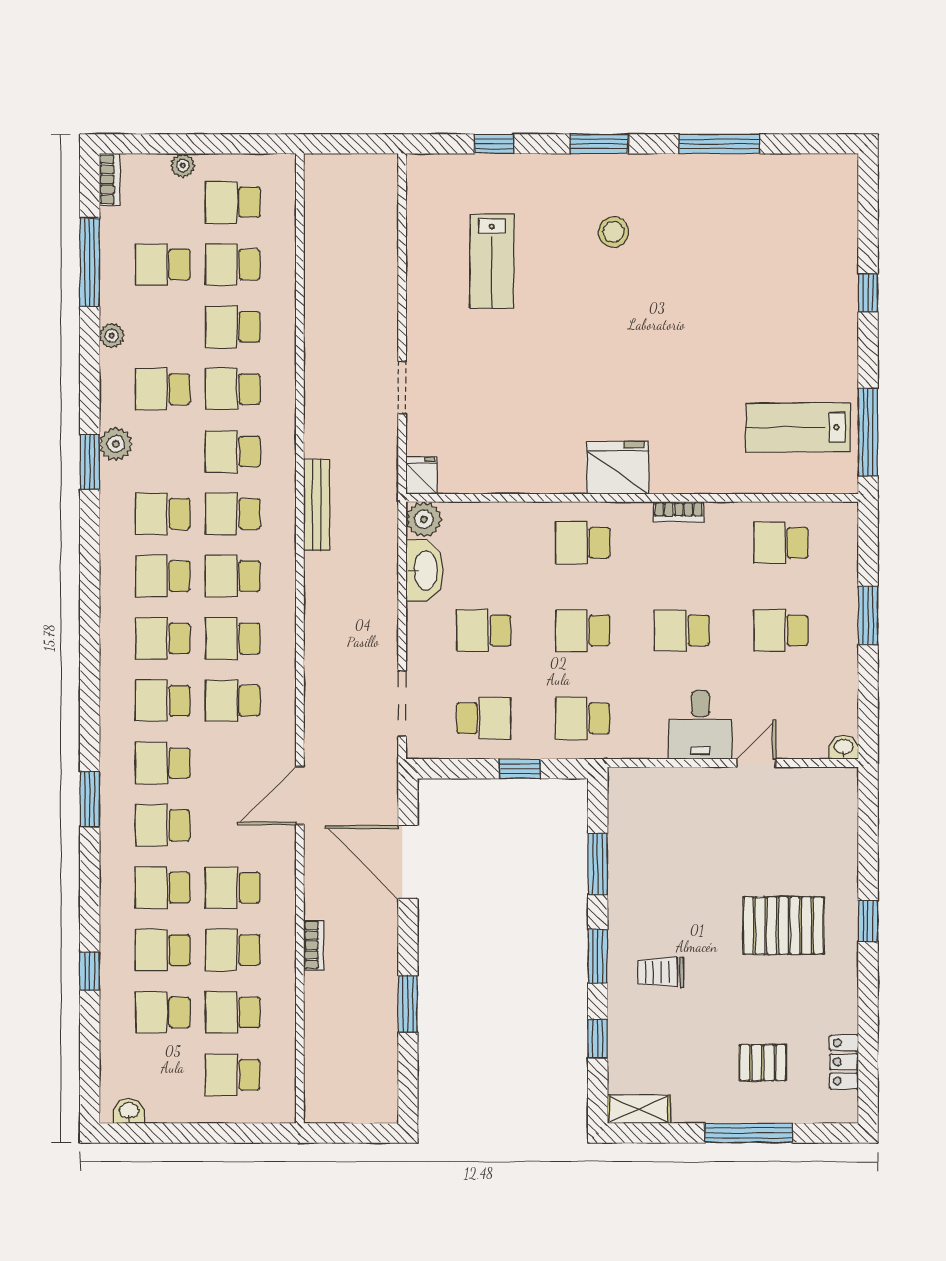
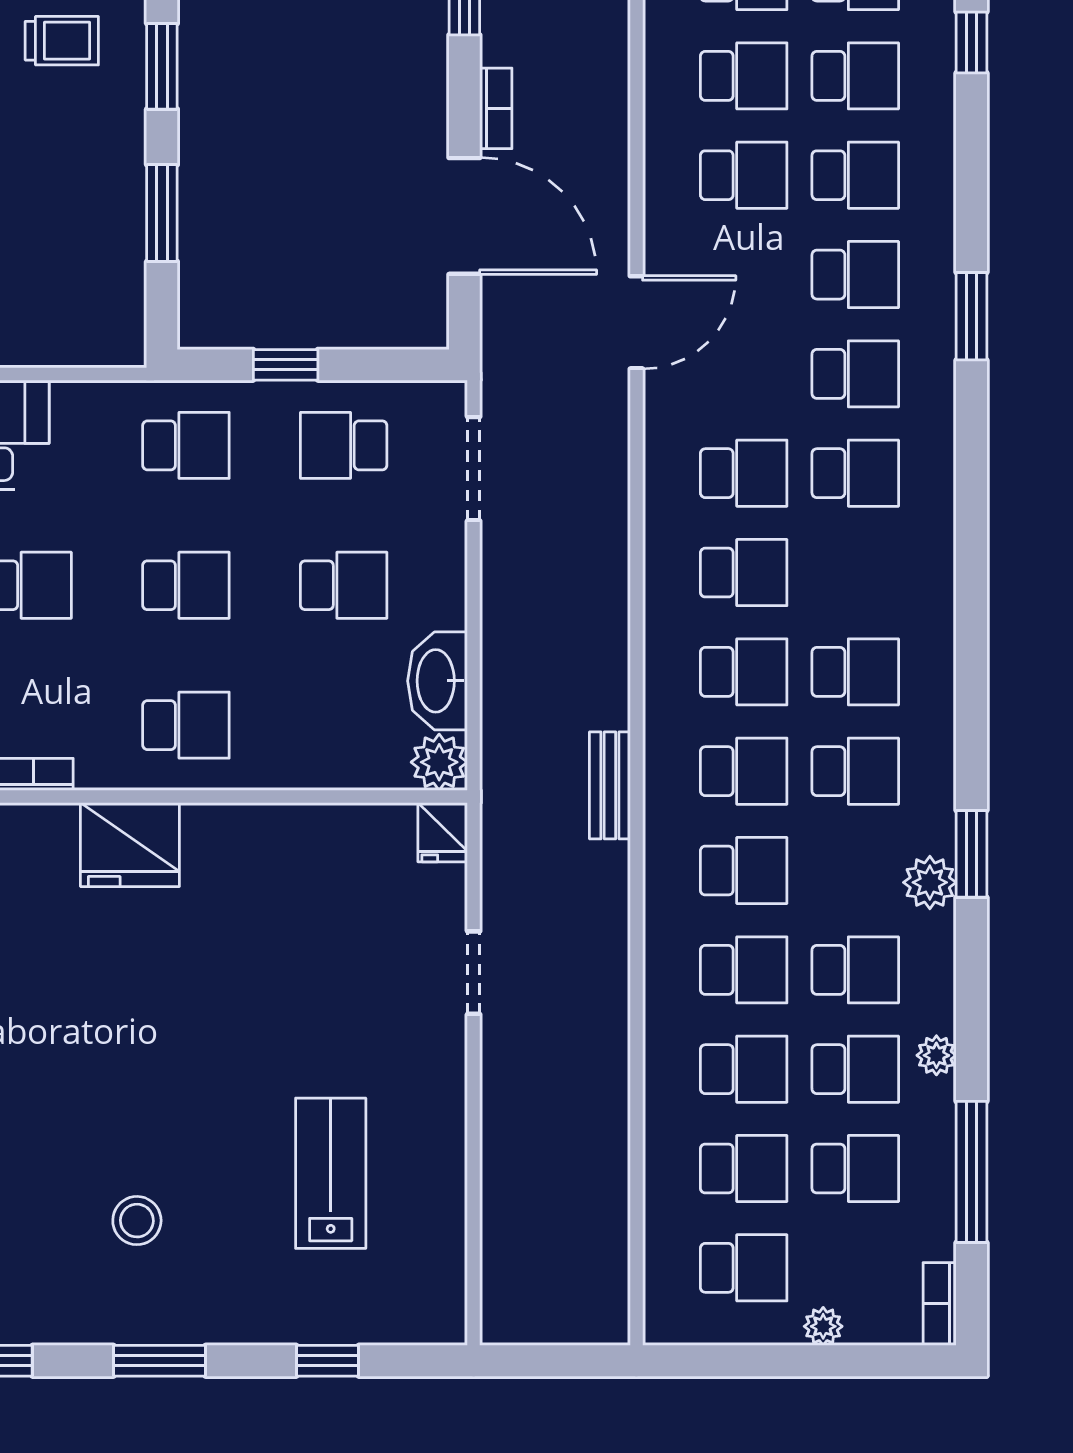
bench: (317, 505) -> (610, 785), width x0.73
school desk: (163, 638) -> (855, 1069), moved
bookcase: (314, 945) -> (496, 108), moved, turned 180

